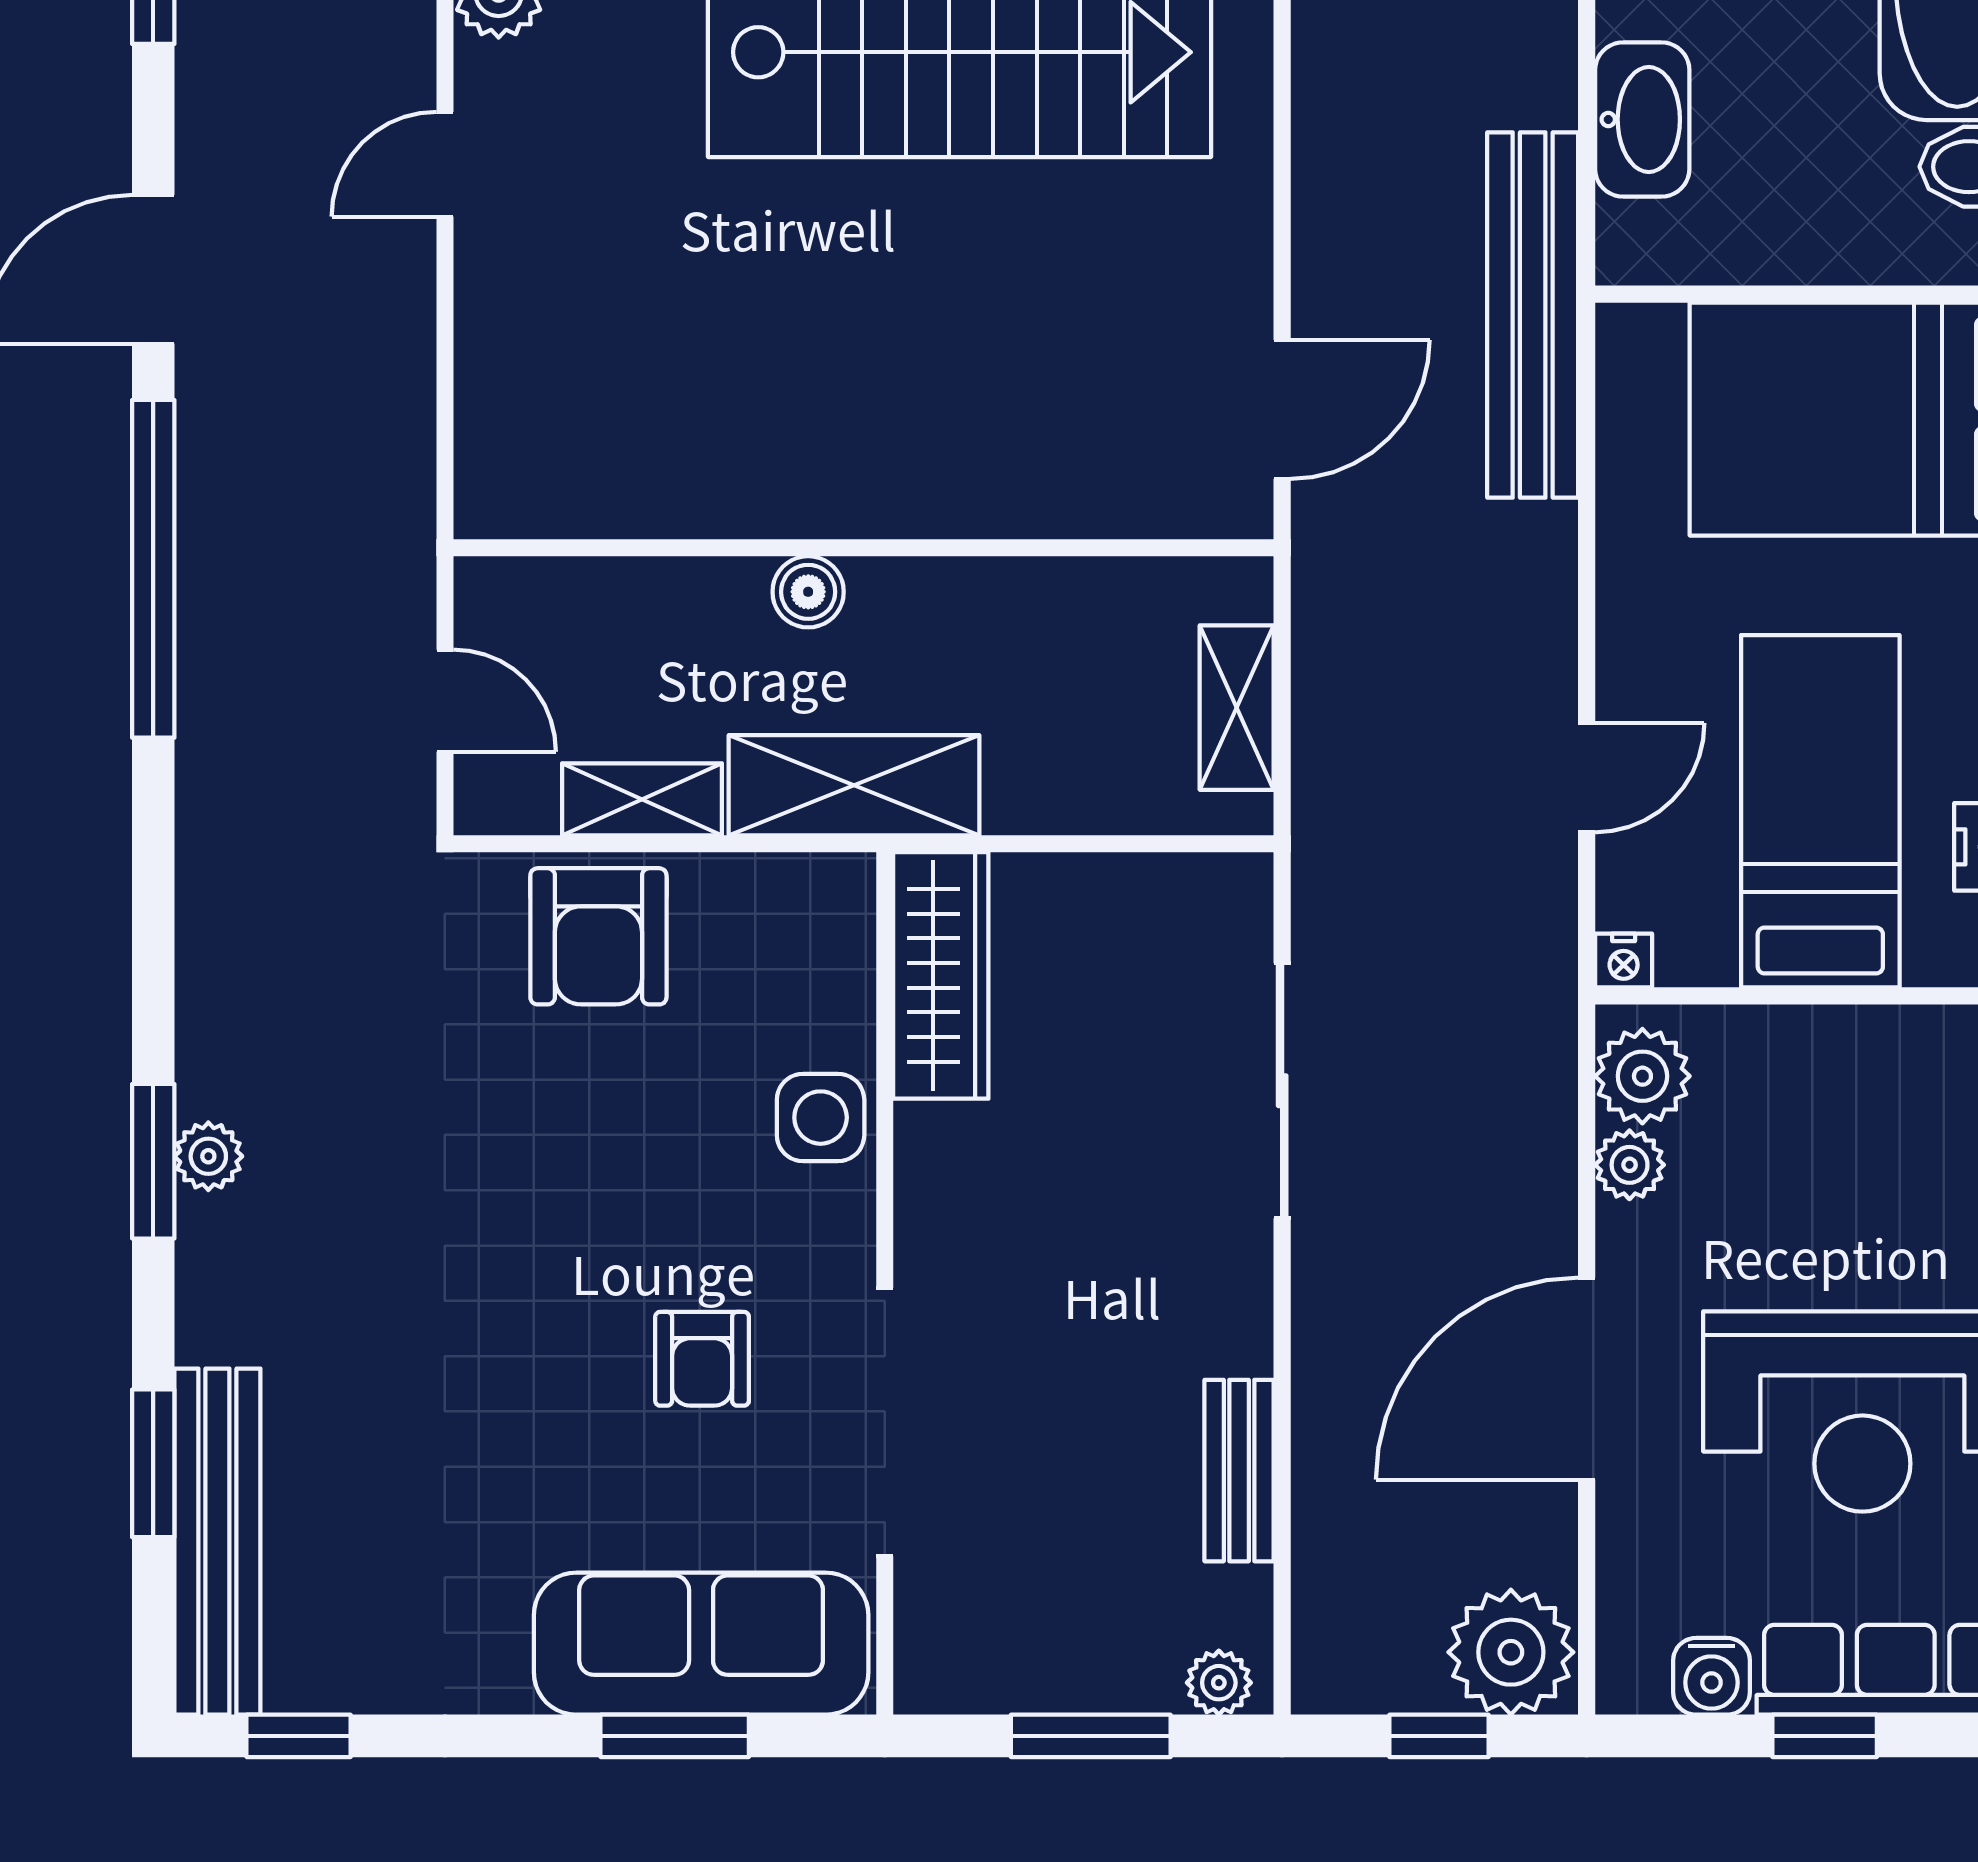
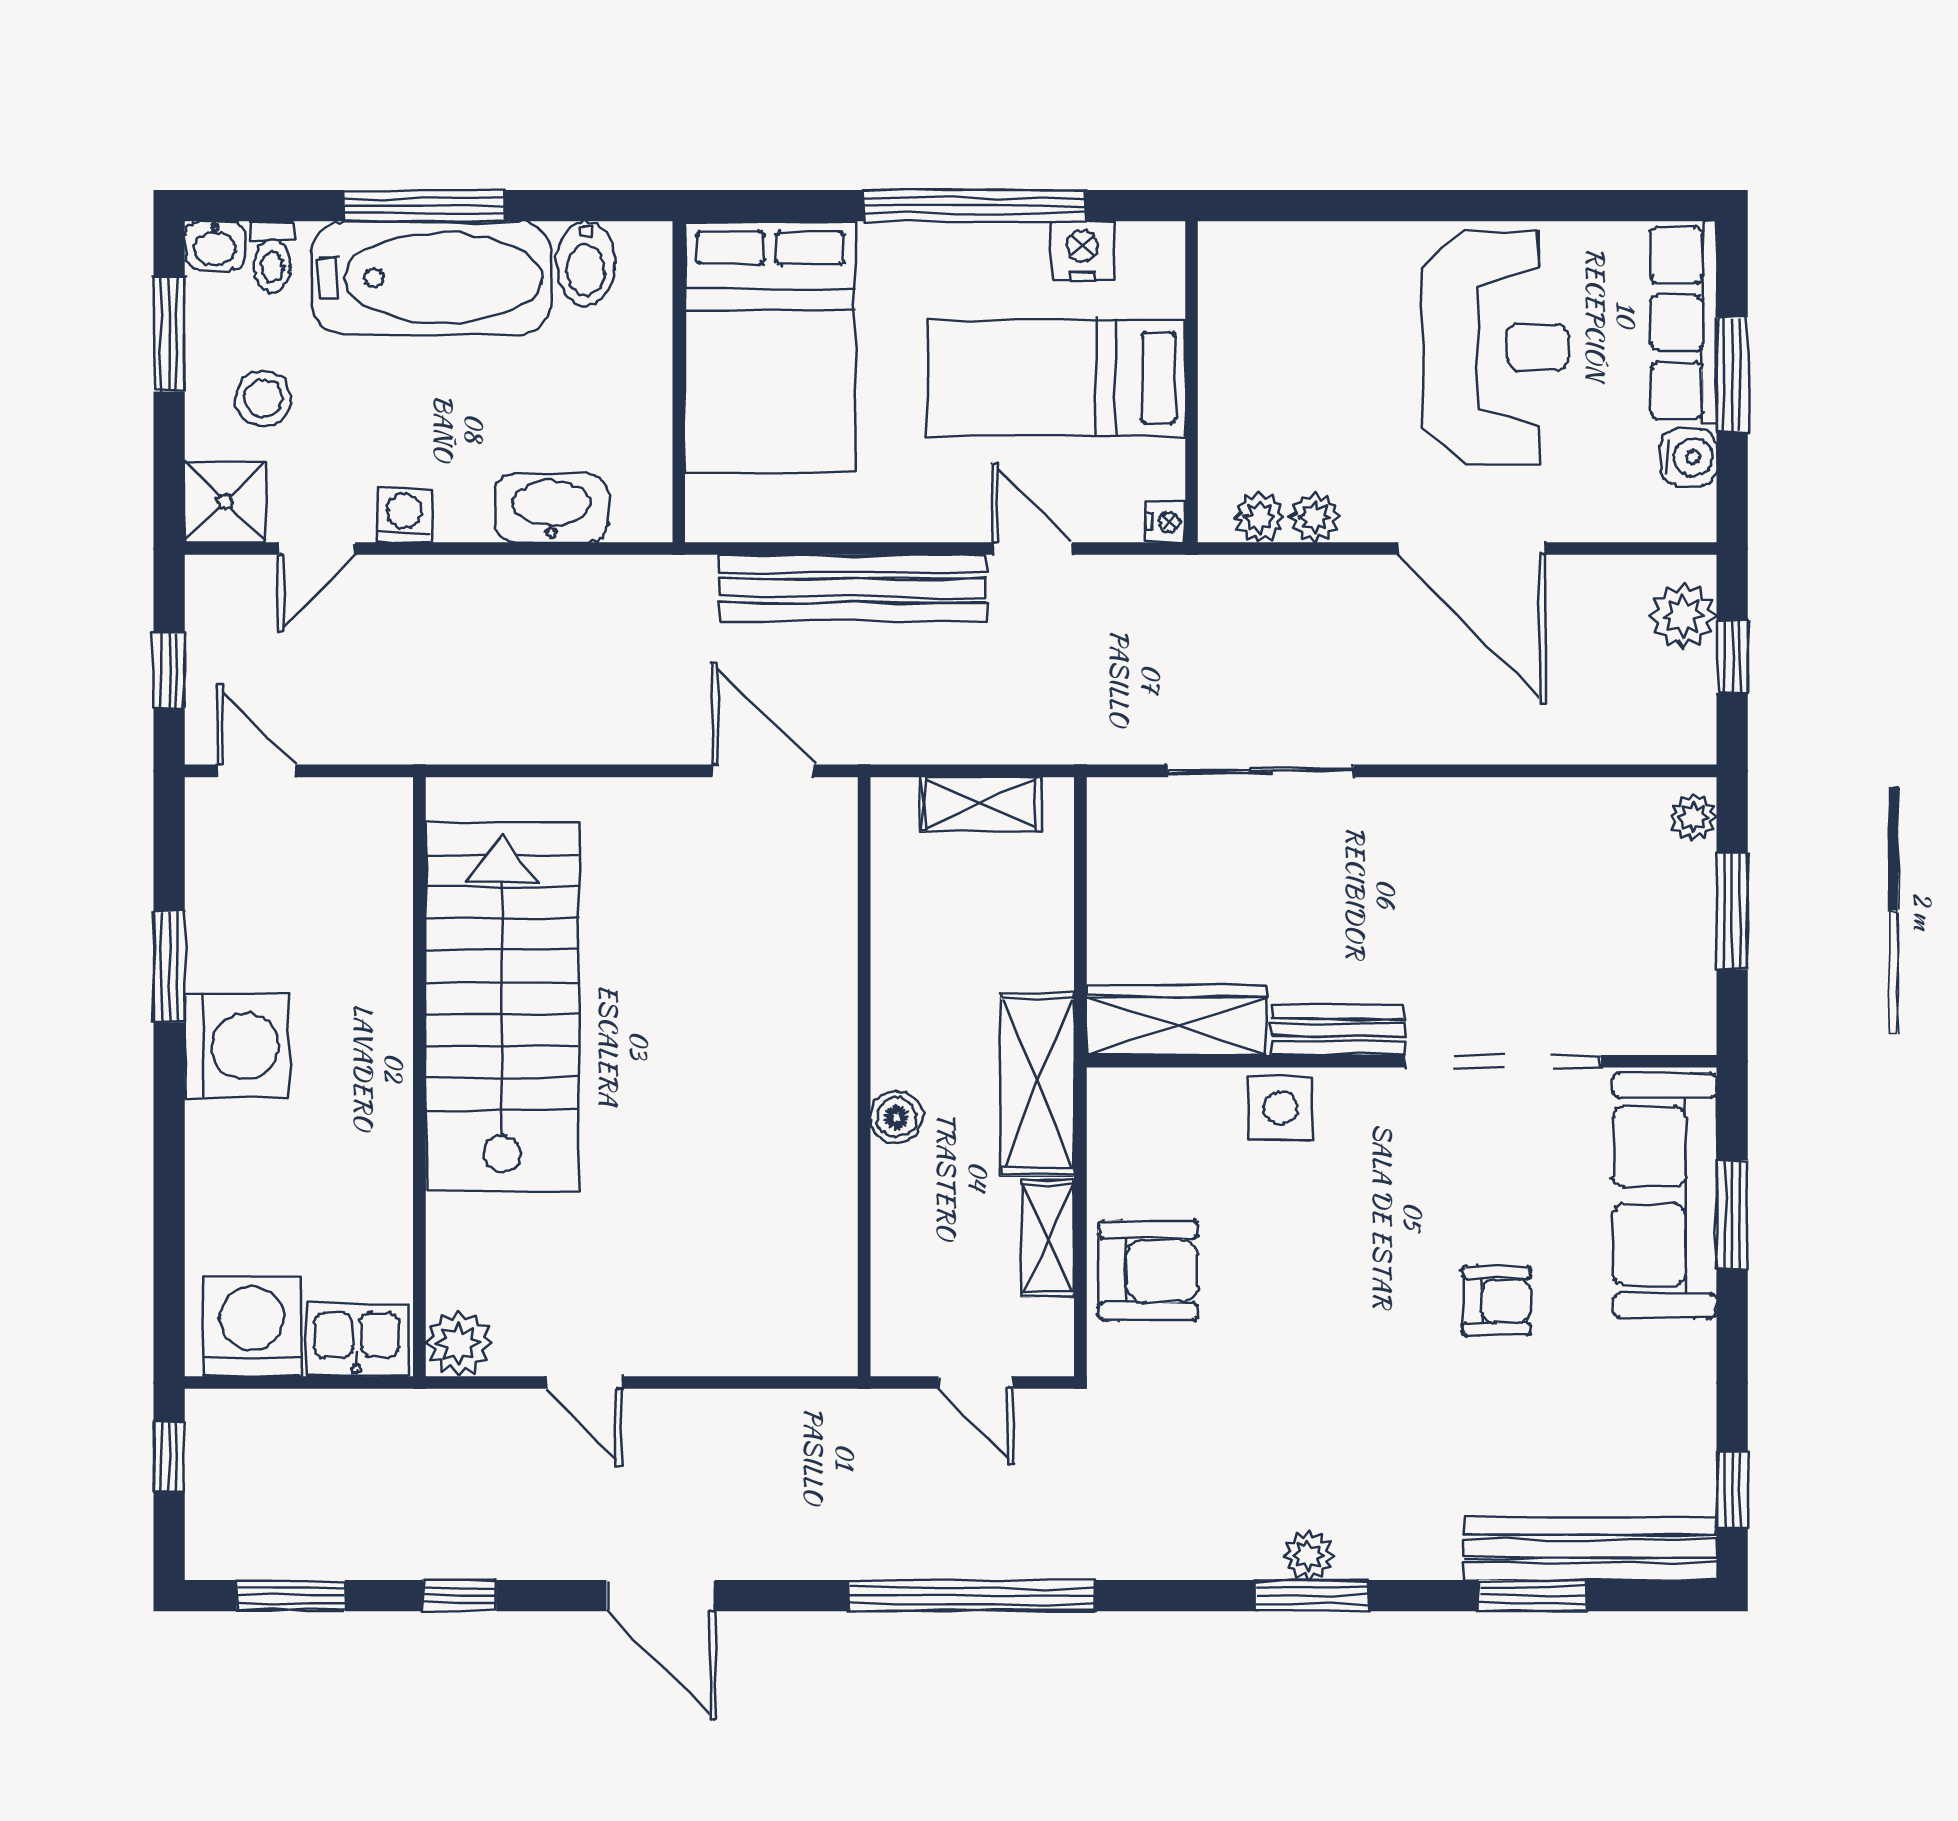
bench: (1533, 315) -> (853, 588), moved
window: (153, 569) -> (972, 1596), moved
door: (445, 701) -> (976, 1383), swing flipped
plant: (1642, 1076) -> (1260, 517), width x0.73, depth x0.73
armchair: (702, 1359) -> (1497, 1301), moved
bench: (1239, 1471) -> (1338, 1030), moved
plant: (1511, 1652) -> (1683, 616), width x0.73, depth x0.73
window: (1825, 1736) -> (1732, 375), width x1.50

